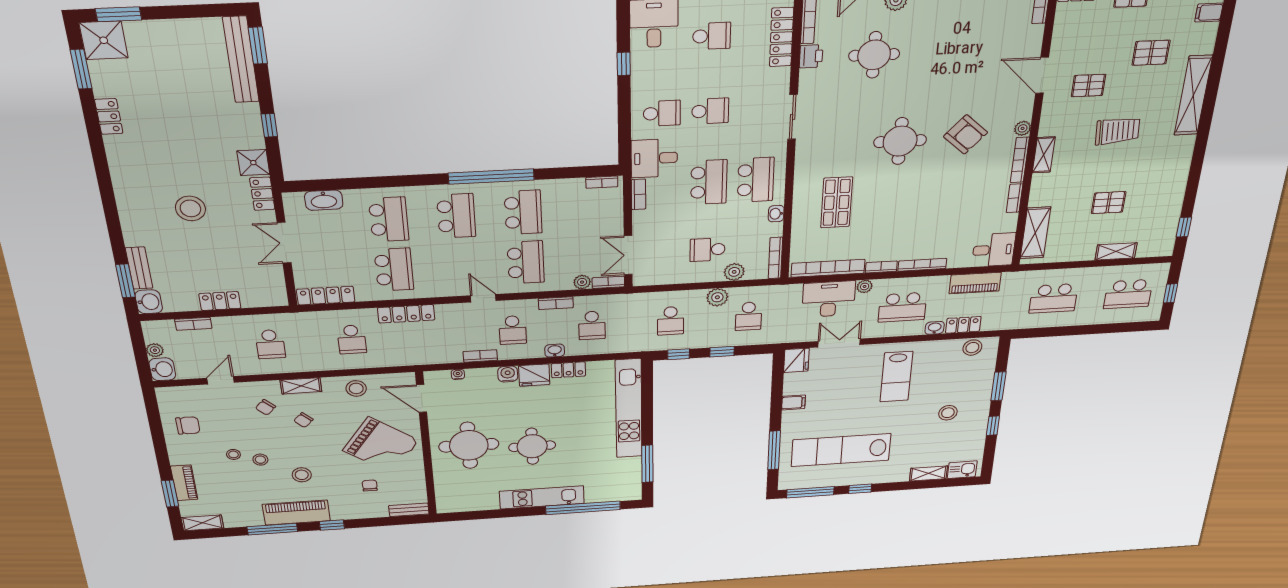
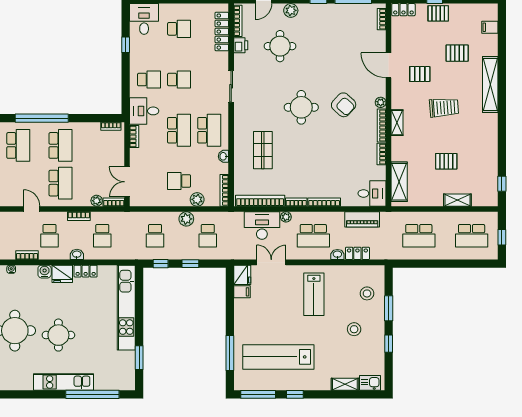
stool: (972, 348) -> (367, 293), moved
filing cabinet: (794, 402) -> (242, 292), moved
window: (647, 464) -> (139, 358), width x0.69

